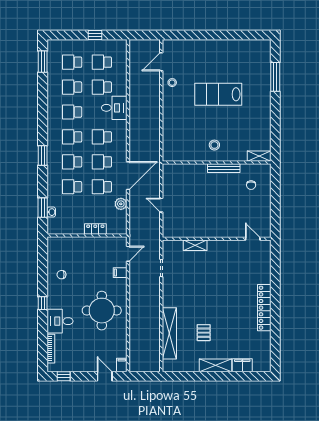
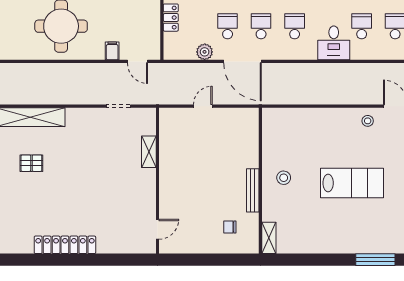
lab bench: (218, 94) -> (352, 183), turned 90

